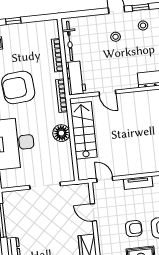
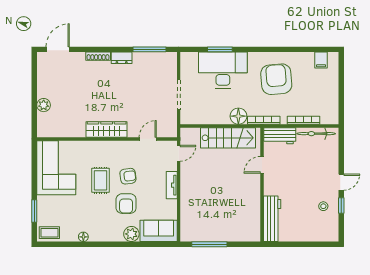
window: (13, 21) -> (341, 81), removed
stool: (116, 37) -> (315, 179), removed
floor lamp: (61, 133) -> (238, 116), moved
armchair: (134, 229) -> (128, 176), turned -98

